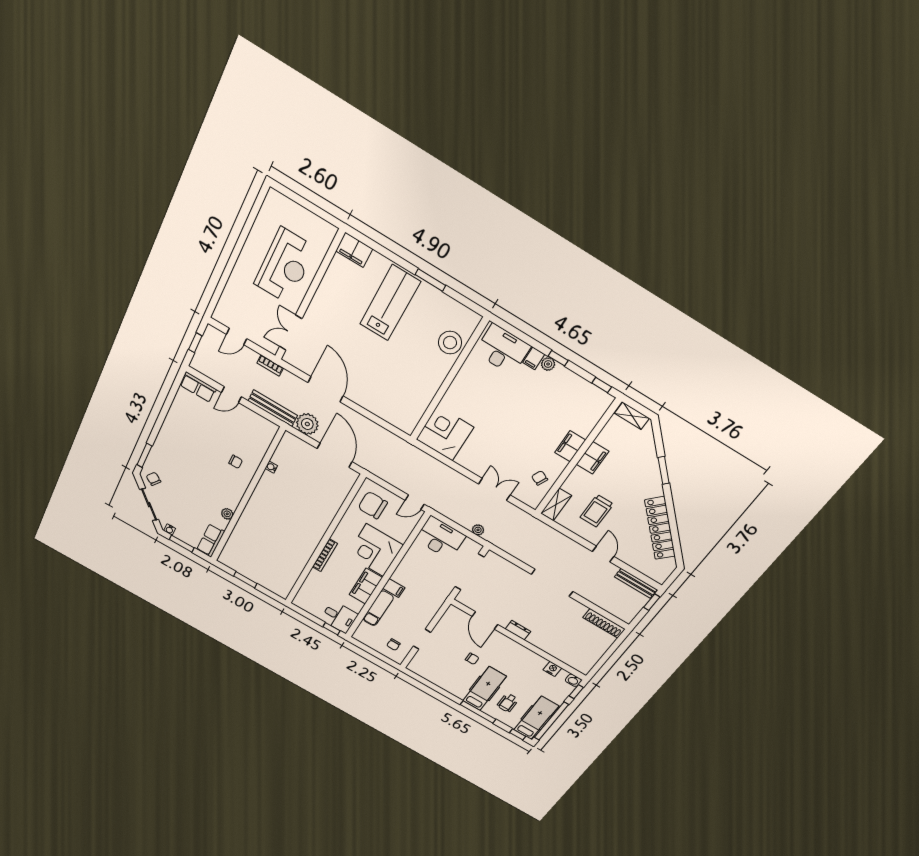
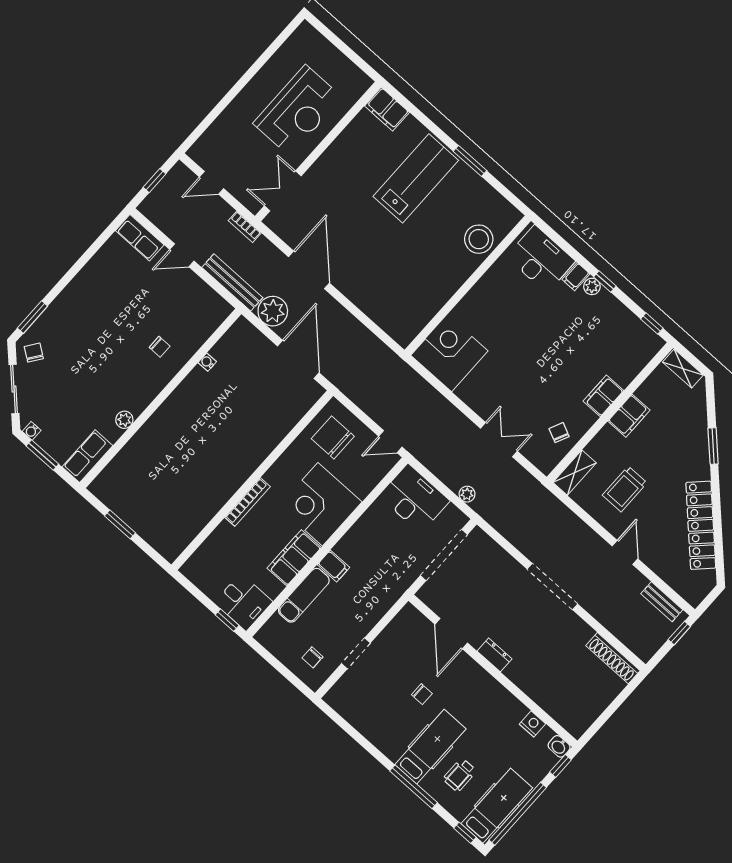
bench: (636, 583) -> (662, 602), width x0.73

